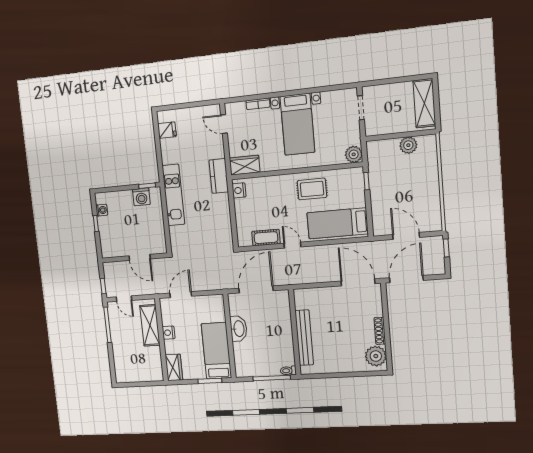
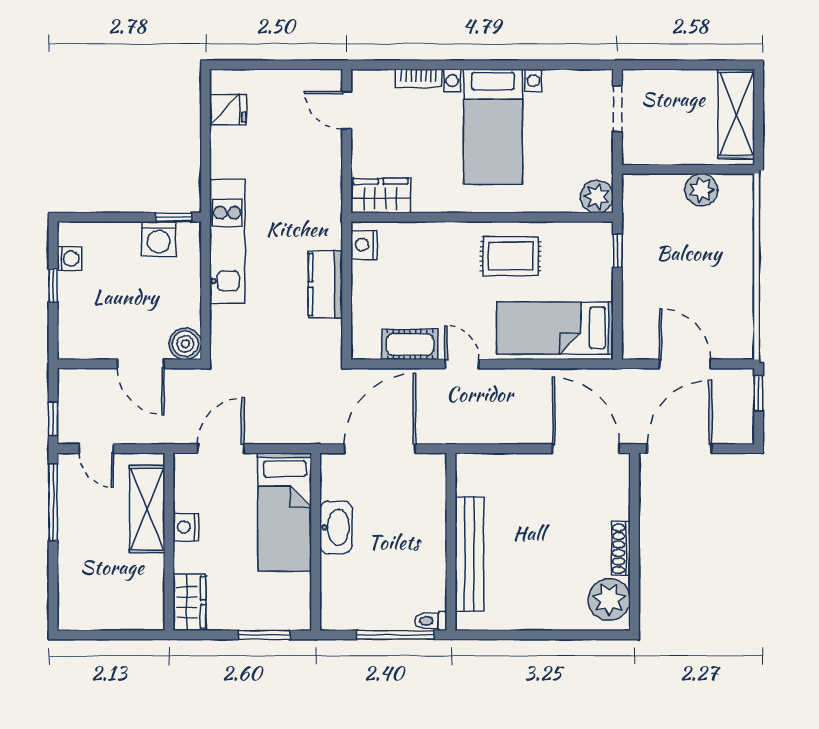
kitchen counter: (219, 176) -> (325, 284), moved
boiler: (159, 246) -> (185, 344), added
bed: (216, 351) -> (285, 512), moved, turned 180

